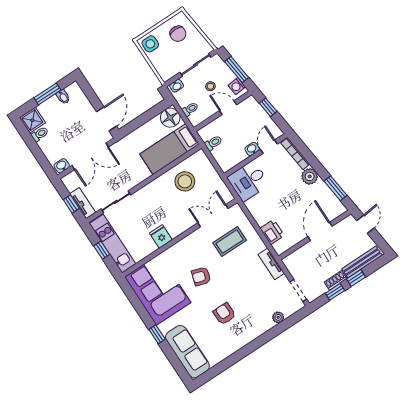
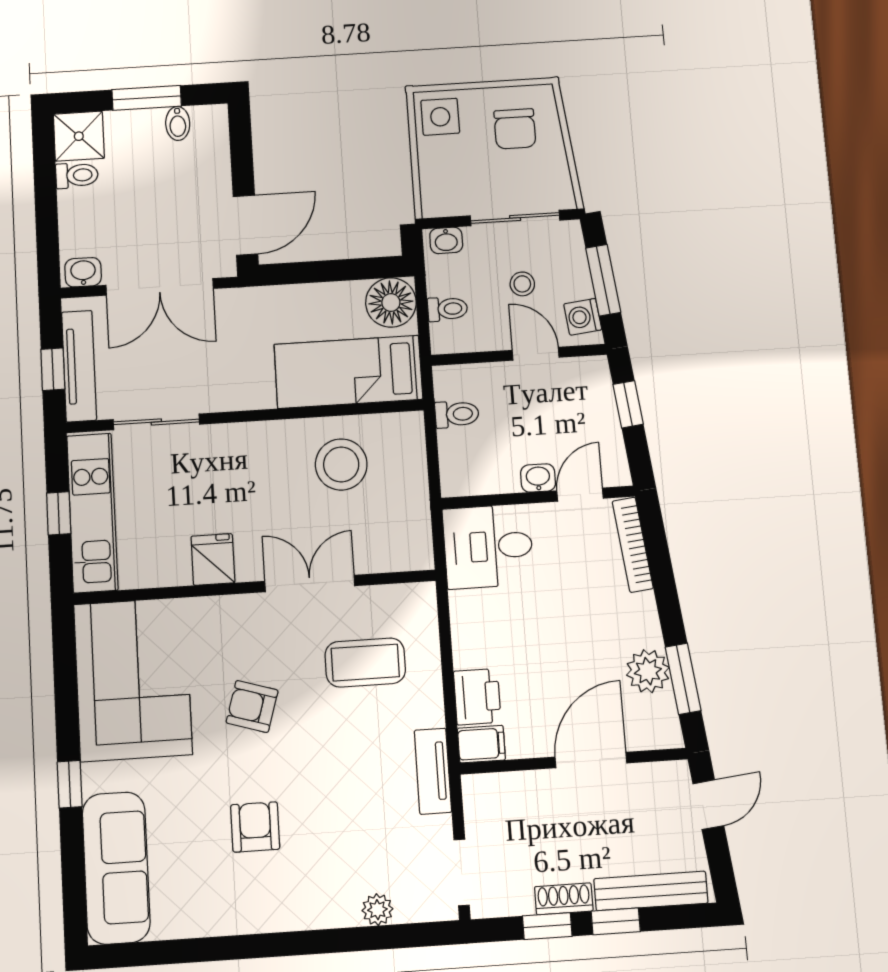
plant: (310, 176) -> (648, 671), moved
tv unit: (83, 203) -> (79, 366), width x1.41
double door: (213, 216) -> (310, 583), moved
filing cabinet: (282, 246) -> (481, 744), added

